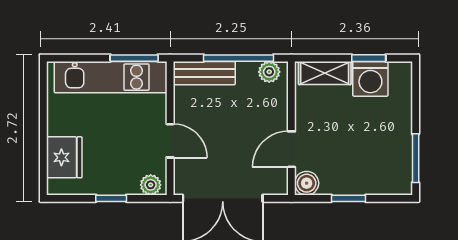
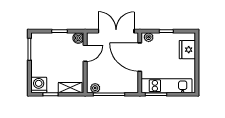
bench: (204, 73) -> (124, 88), removed
washing machine: (370, 79) -> (39, 85), moved
door: (170, 141) -> (140, 57), width x1.88

